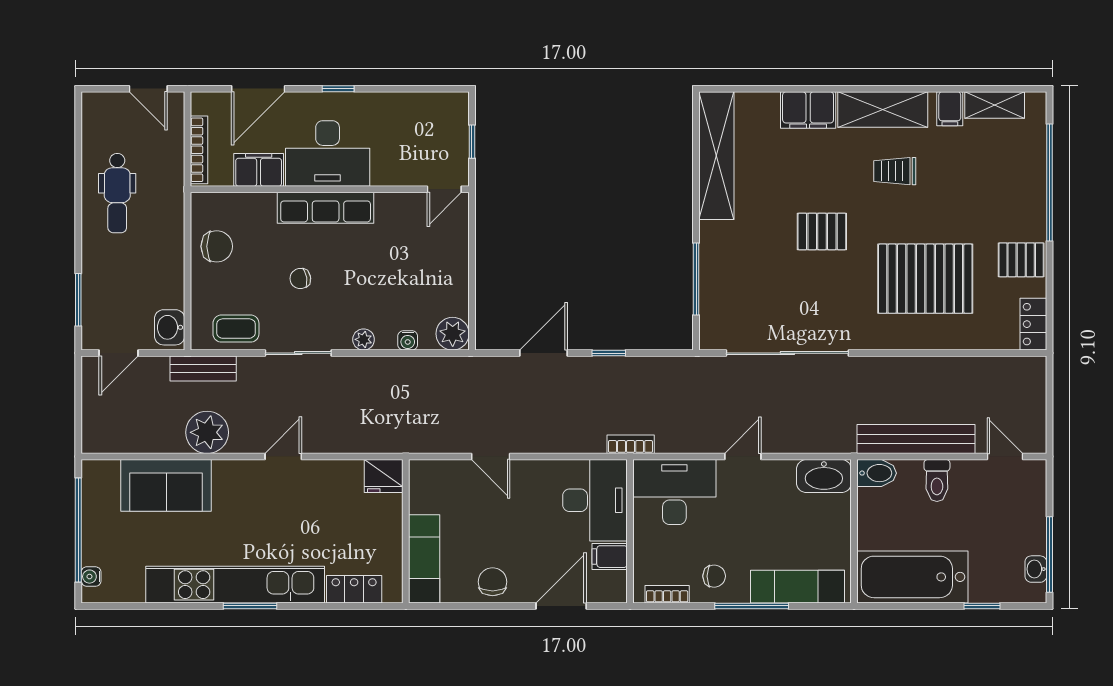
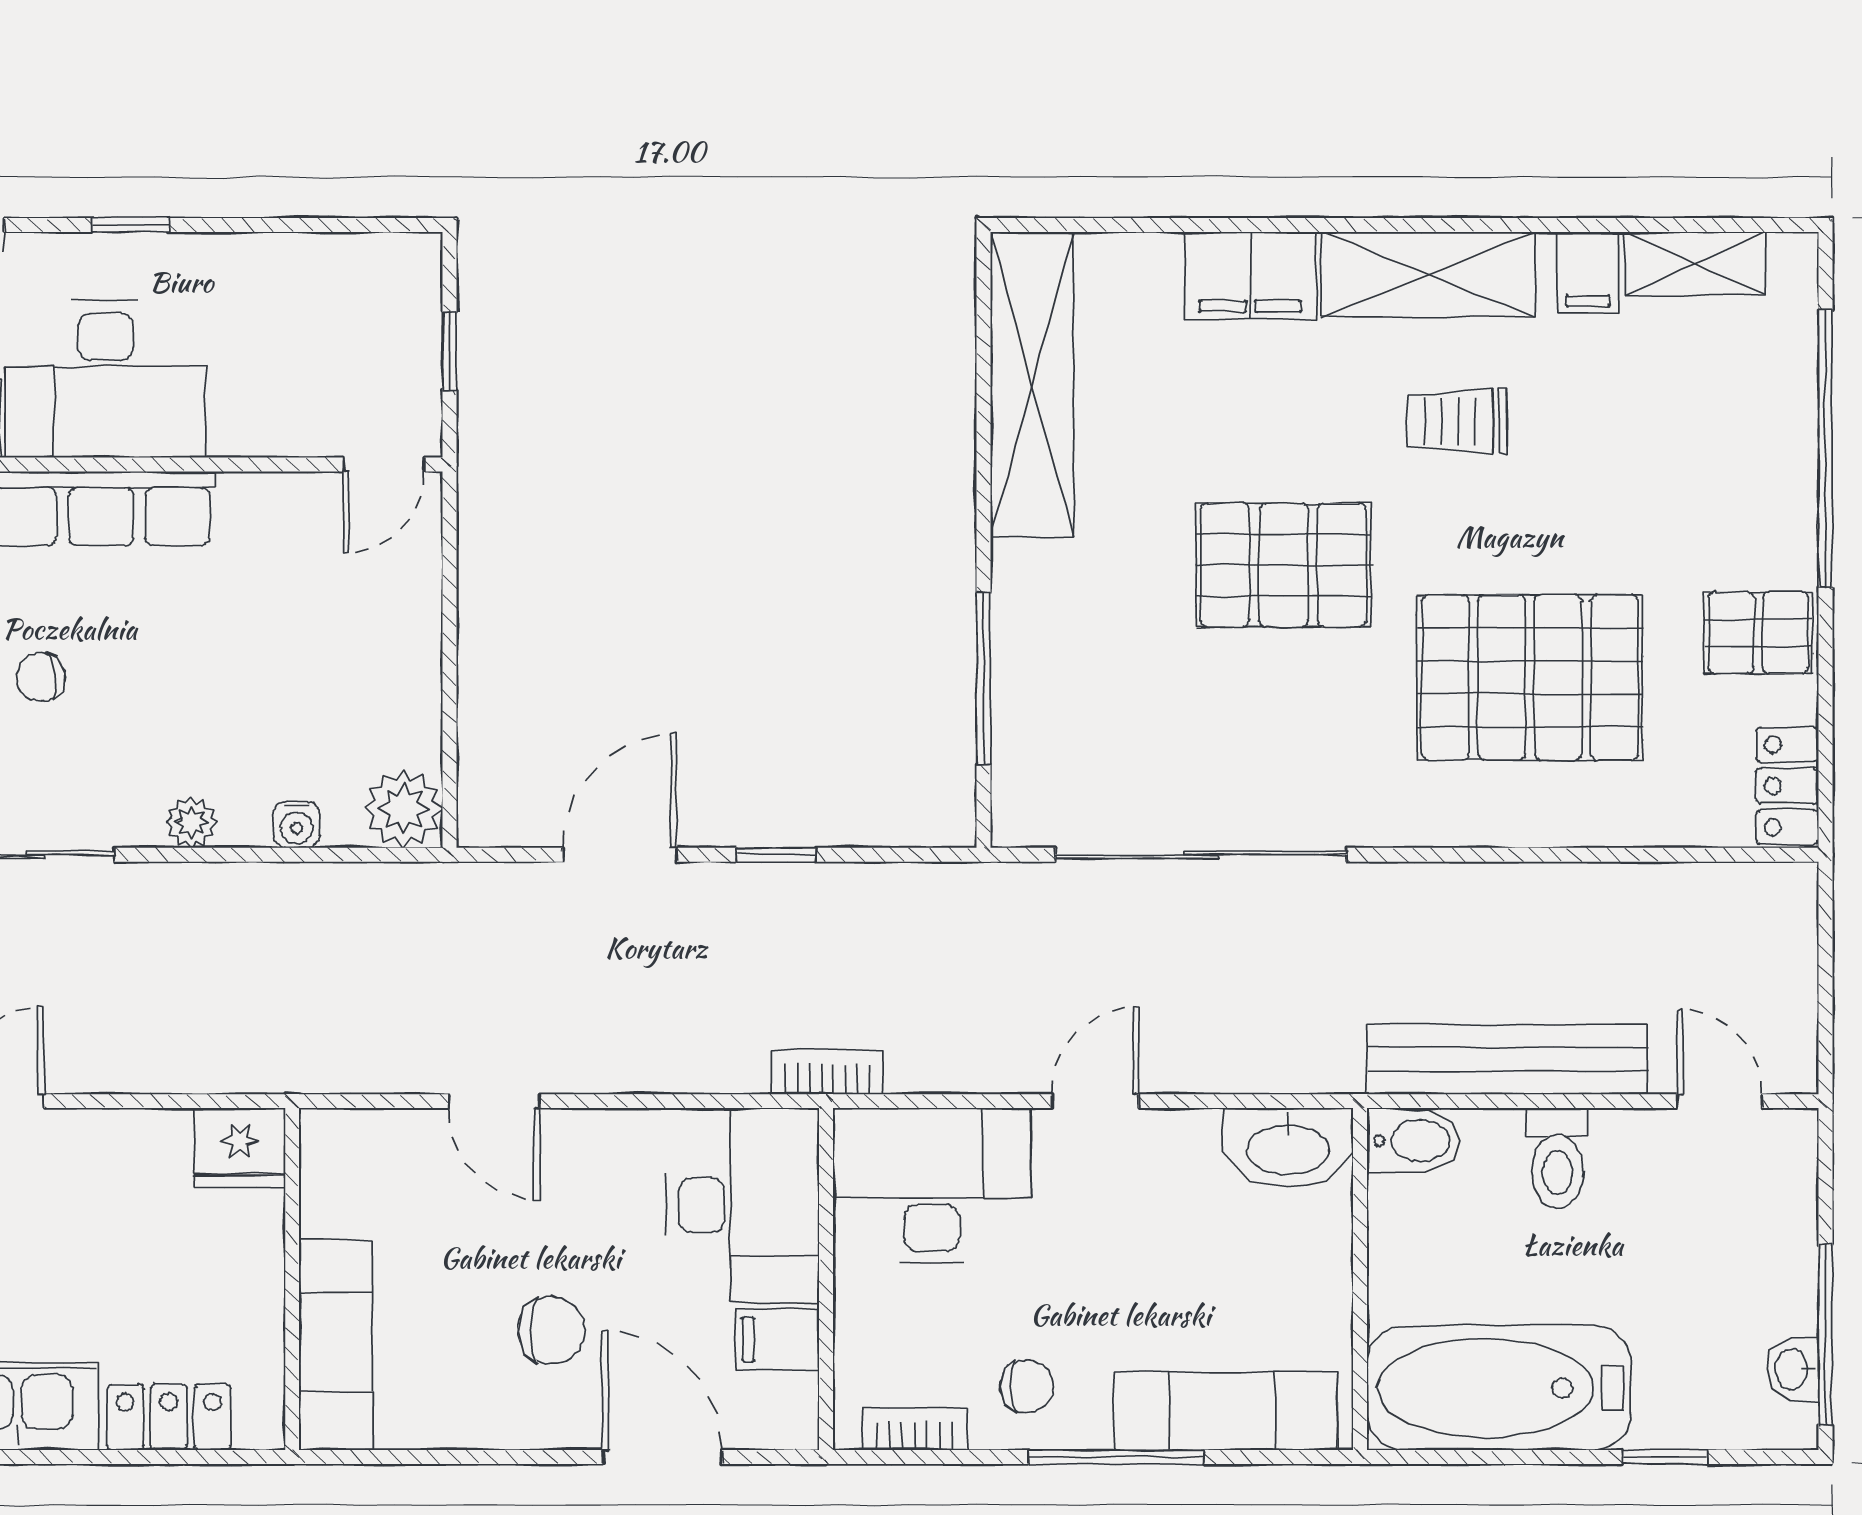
pallet: (822, 231) -> (1283, 565), width x1.50, depth x1.42
chair: (493, 582) -> (551, 1330), moved, turned 90
door: (561, 606) -> (662, 1457), hinge flipped

